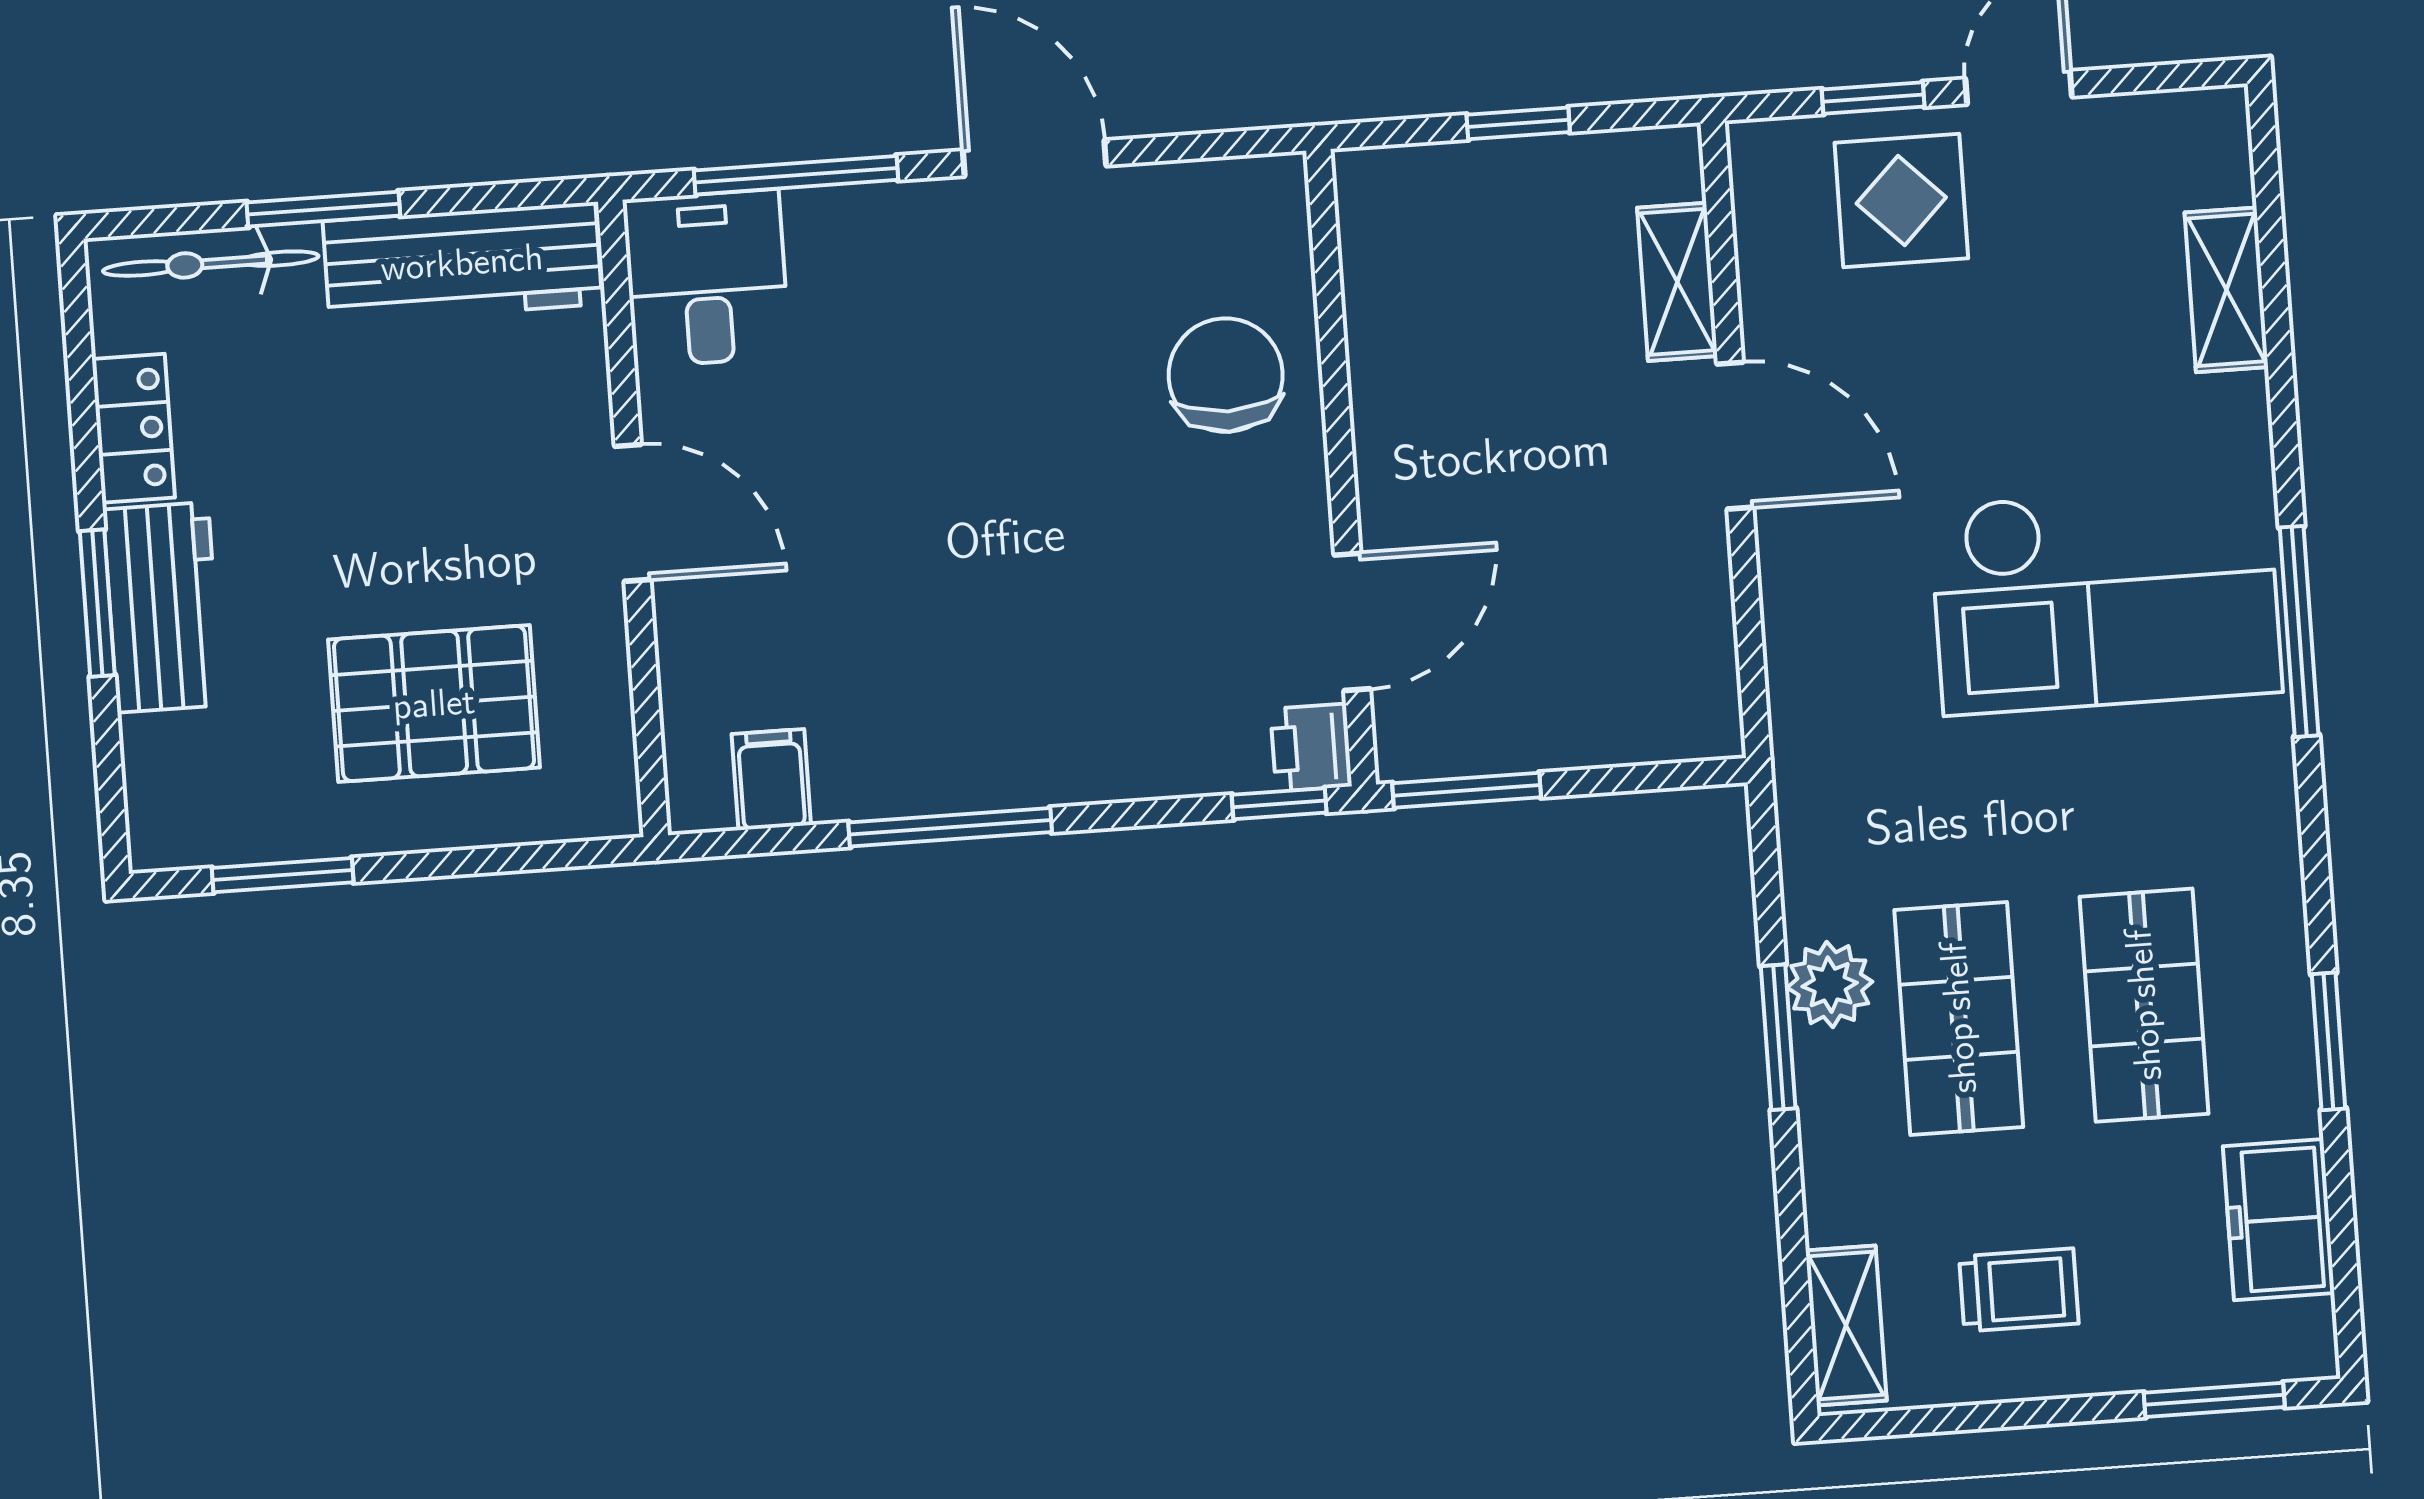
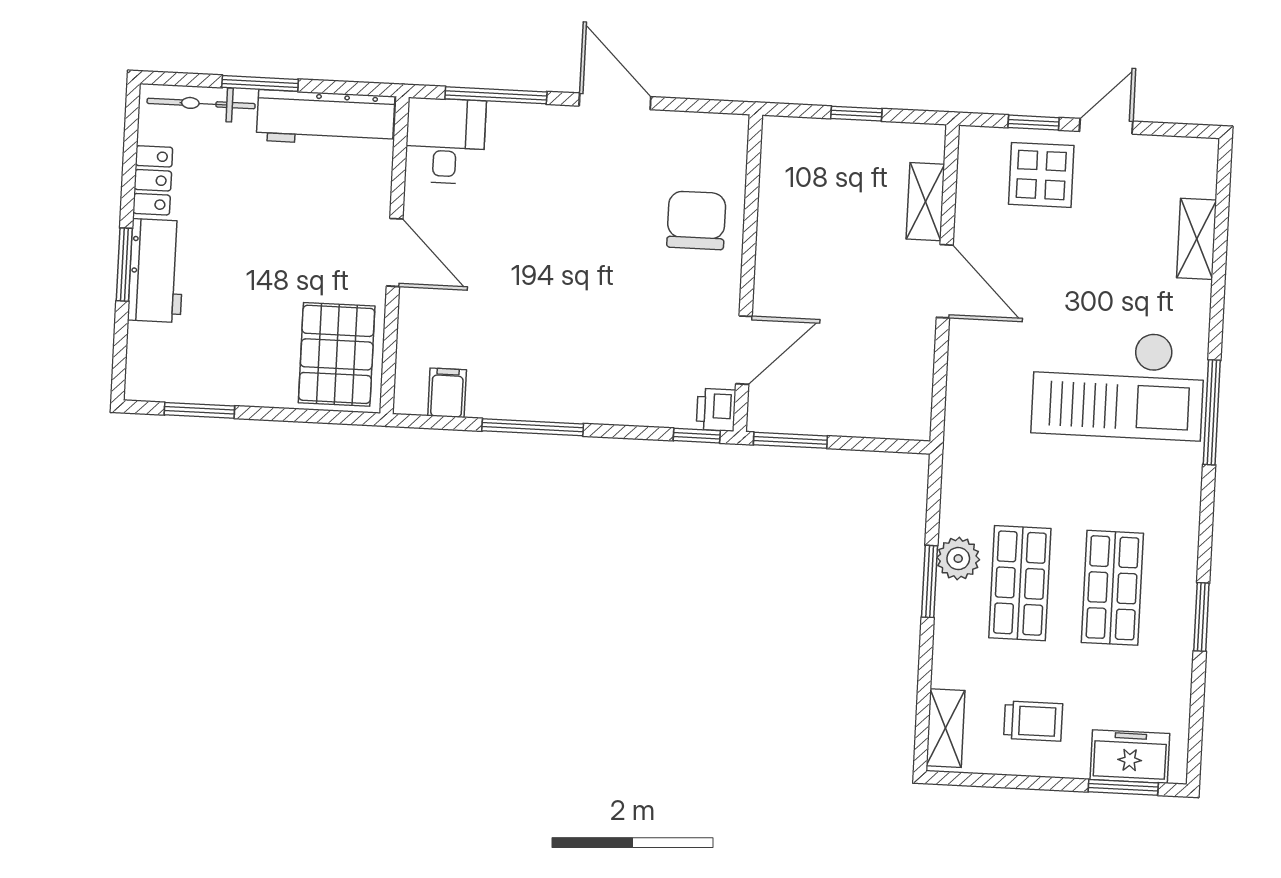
pallet: (434, 704) -> (337, 354), moved, turned 90
freezer: (2279, 1220) -> (1130, 757), moved, turned 90

